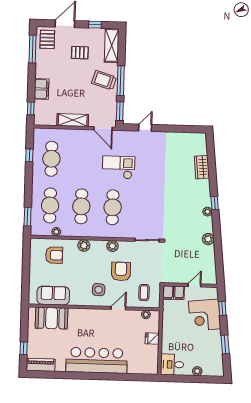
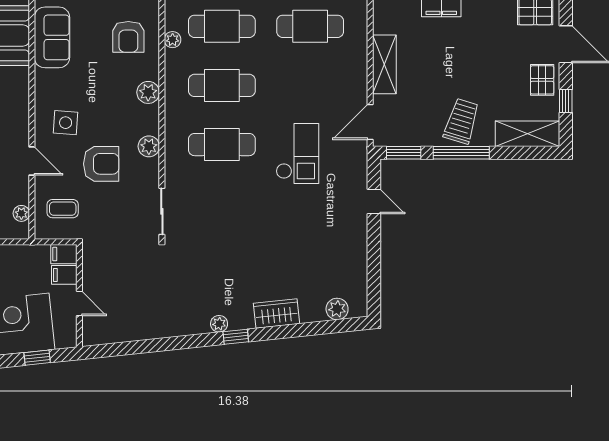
pallet: (80, 53) -> (542, 80), moved
wardrobe: (202, 167) -> (276, 314), moved
plant: (208, 239) -> (337, 309), moved

